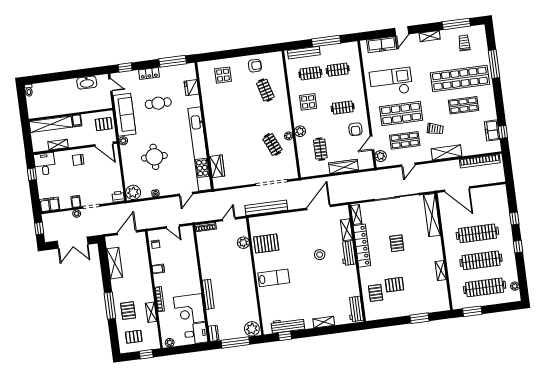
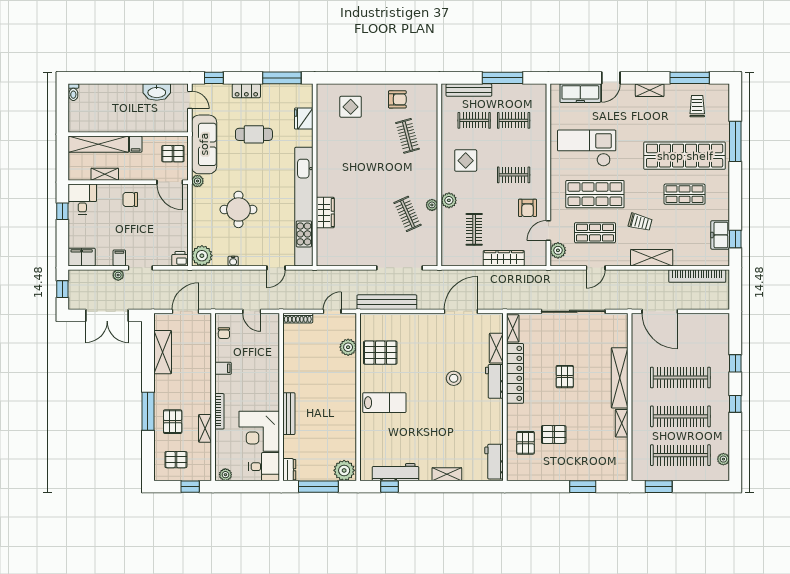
wardrobe: (217, 166) -> (325, 213), moved
shelving: (432, 215) -> (620, 378), moved

